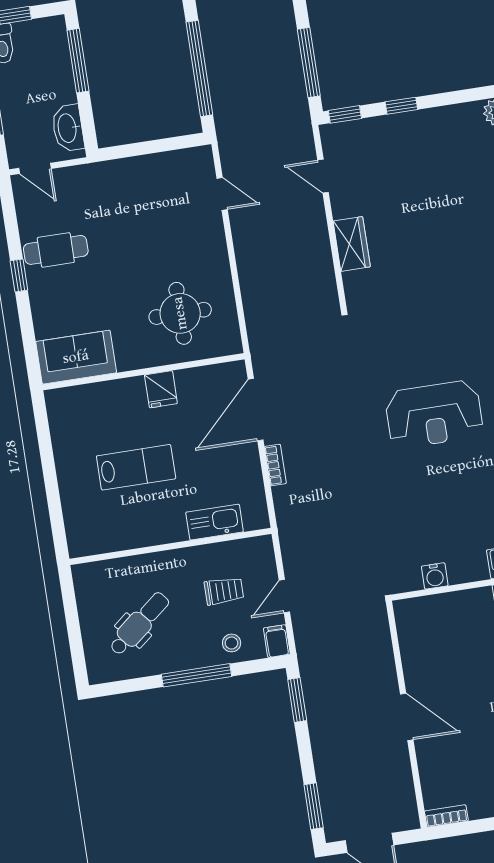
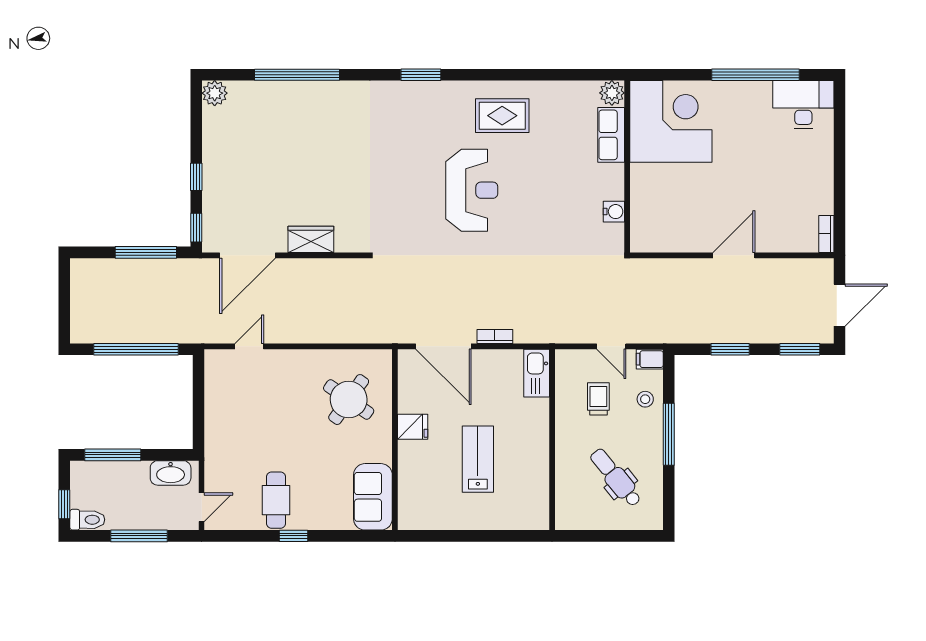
door: (323, 176) -> (248, 255), width x1.87
round table: (180, 313) -> (349, 400), turned 35
kitchen sink: (215, 522) -> (537, 373), moved
window: (297, 700) -> (730, 349), moved

